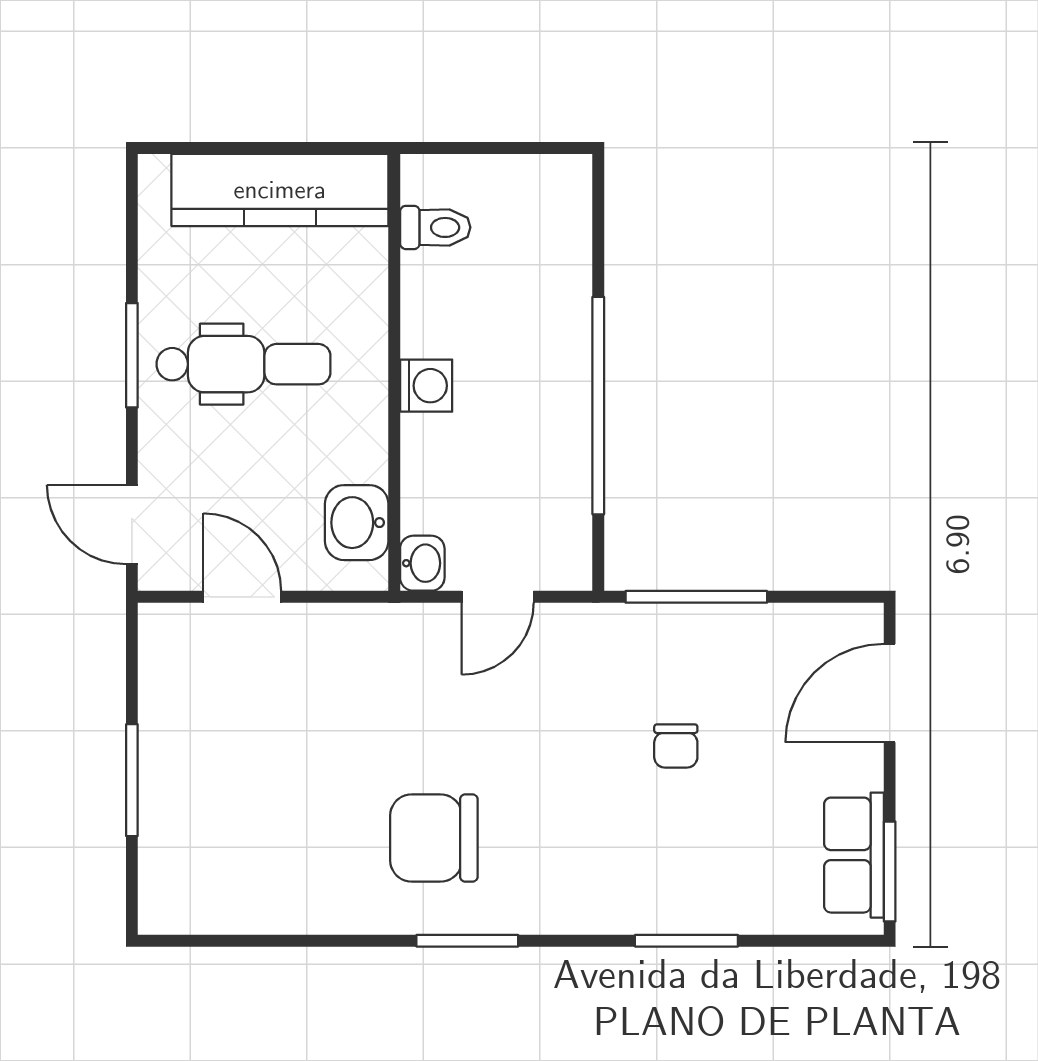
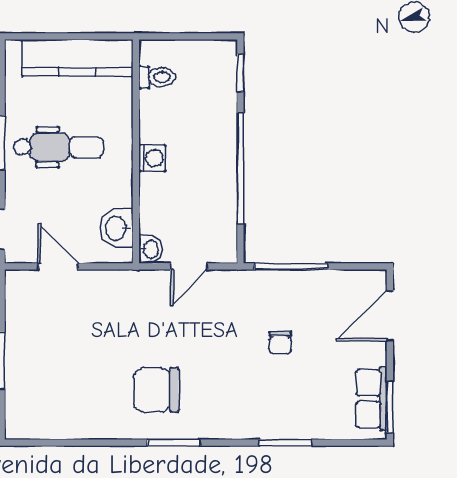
window: (598, 219) -> (240, 73), added

